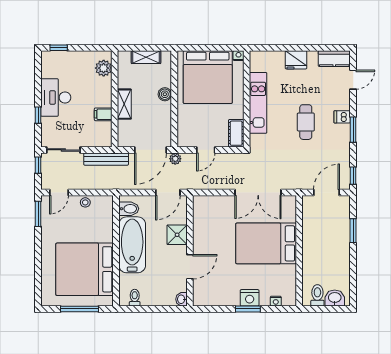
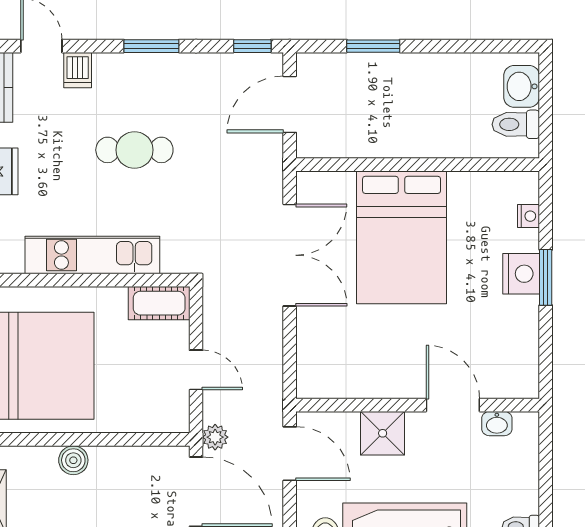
dishwasher: (342, 117) -> (78, 70), moved
door: (327, 193) -> (290, 104), hinge flipped
washbasin: (181, 299) -> (497, 424), moved

